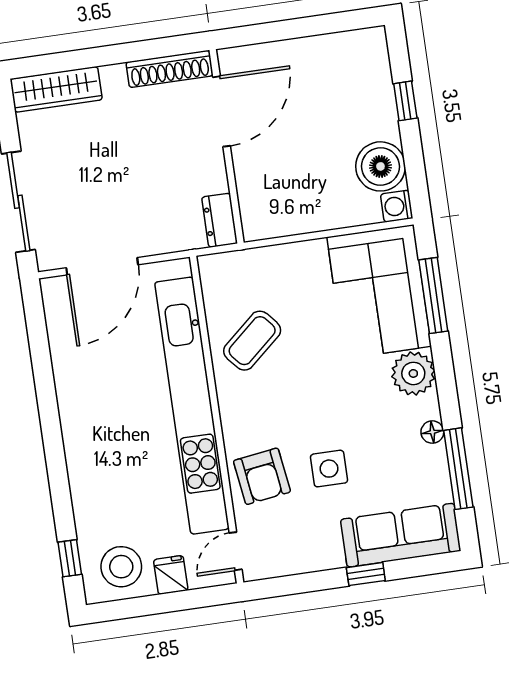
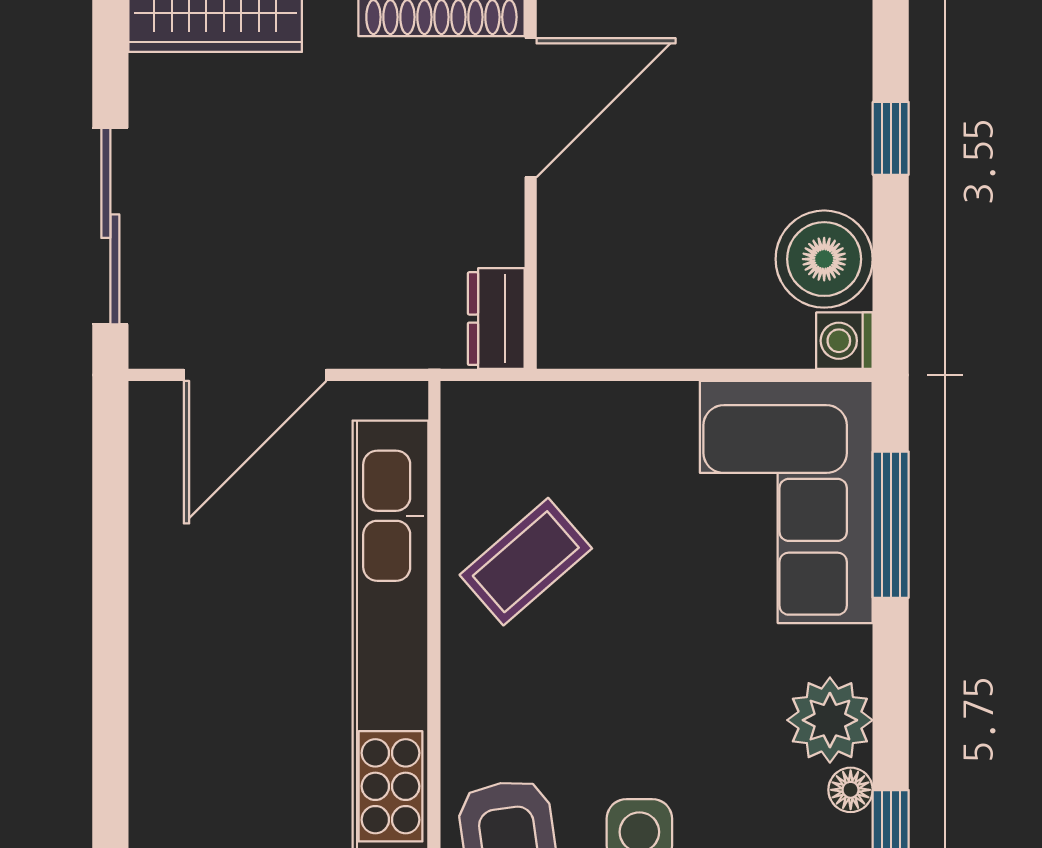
plant: (413, 373) -> (830, 720), moved

